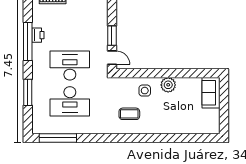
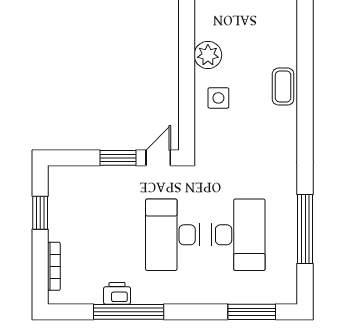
window: (28, 92) -> (252, 312), moved
coffee table: (129, 114) -> (283, 87), moved
window: (58, 138) -> (305, 229), moved

